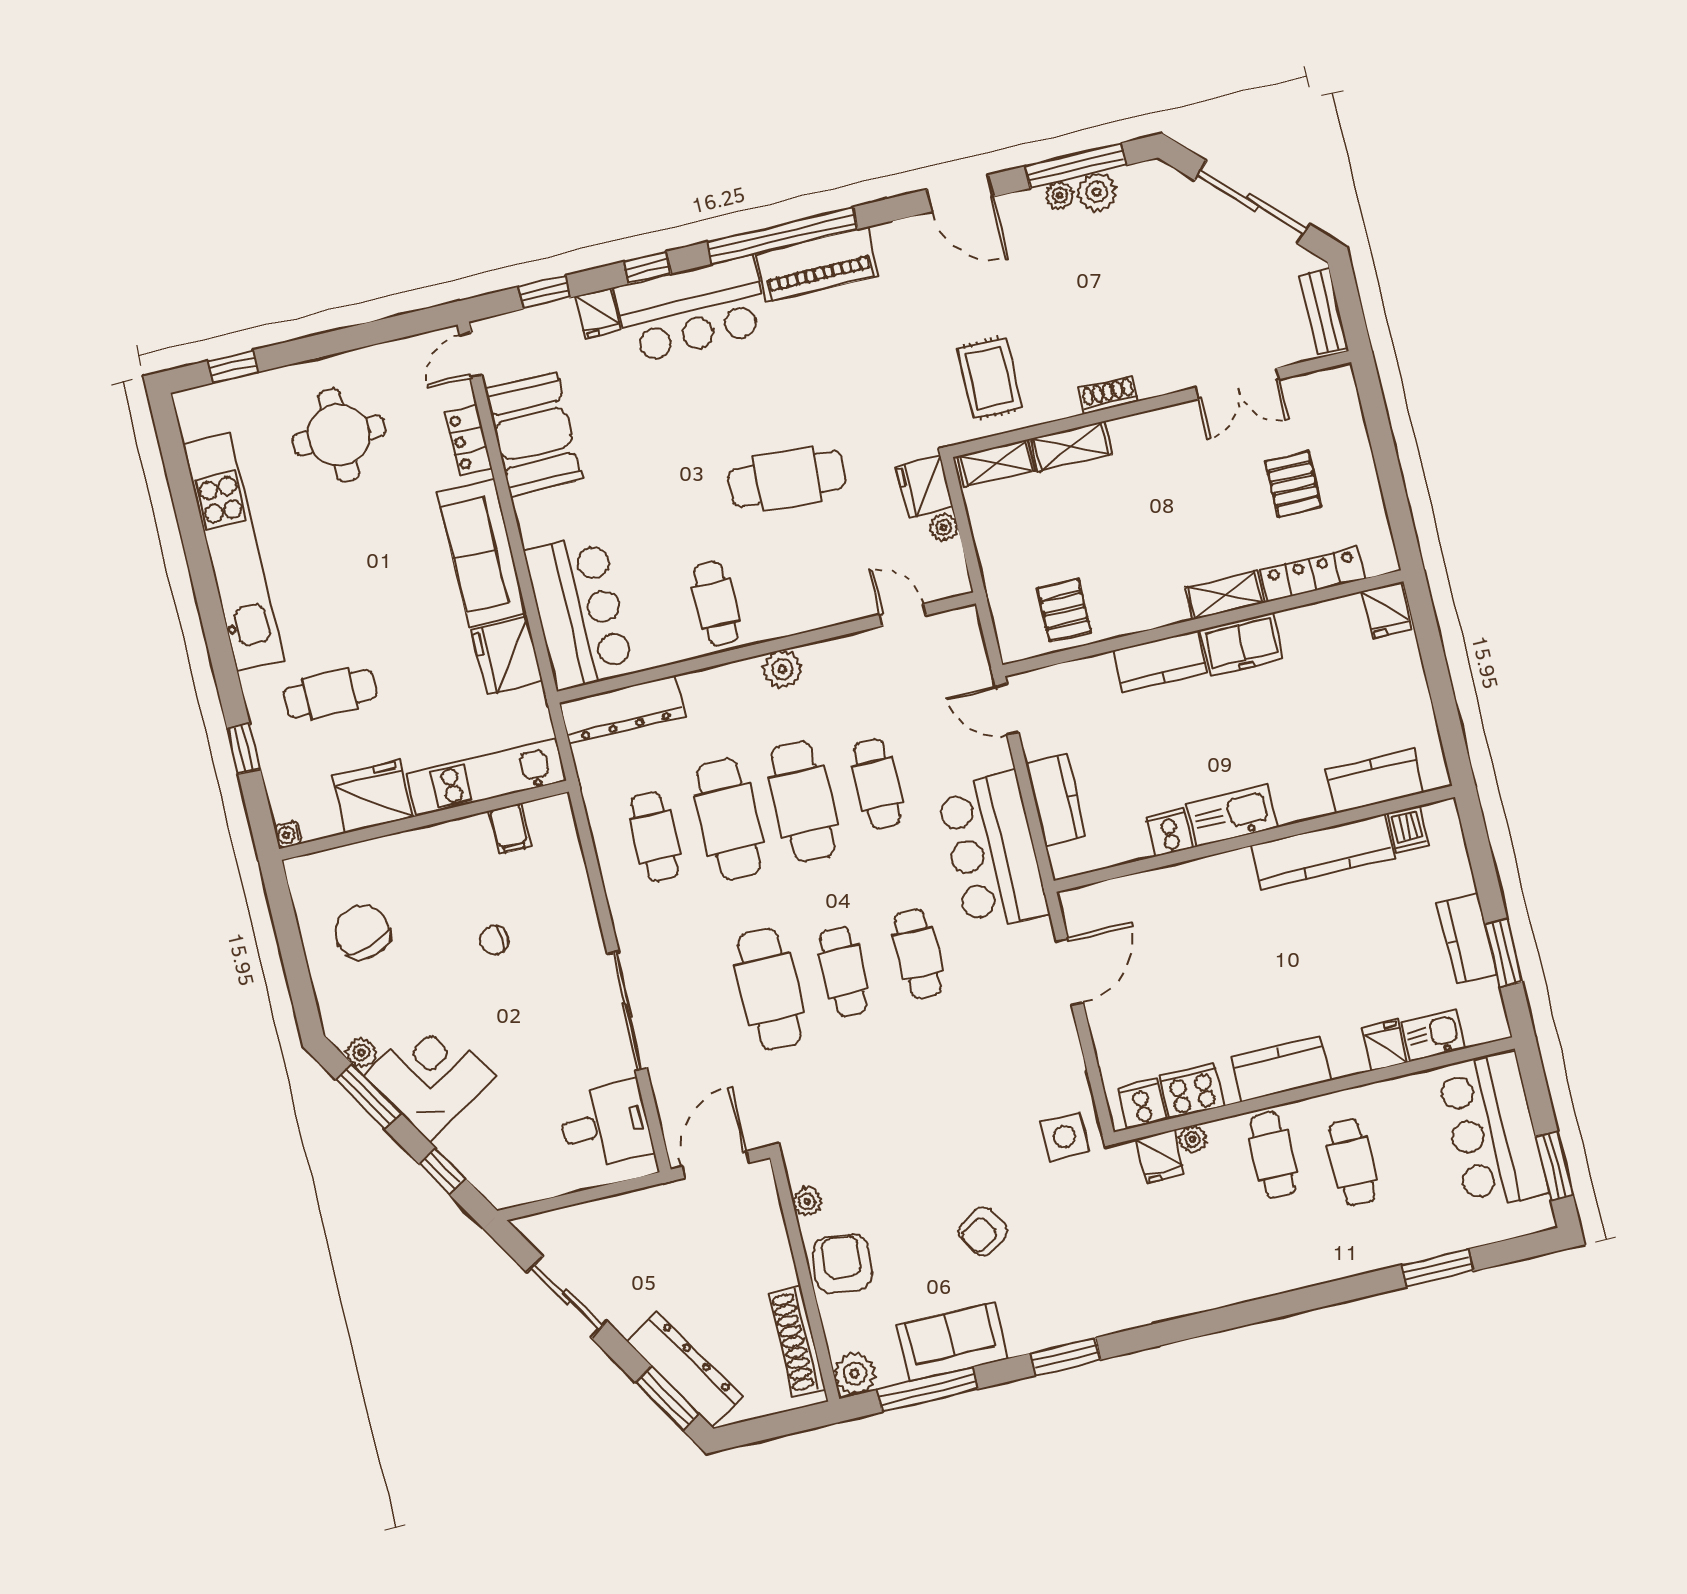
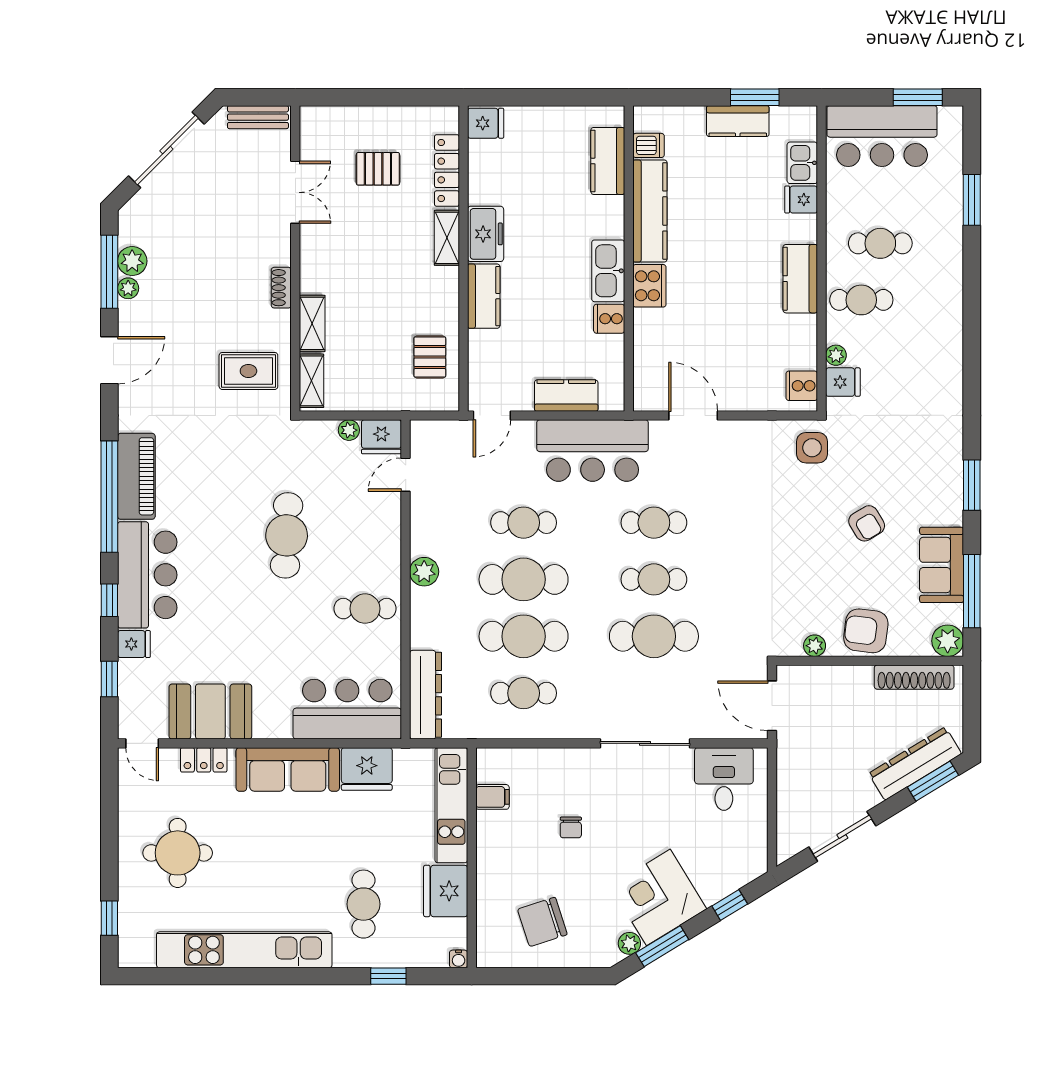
fridge: (925, 487) -> (381, 437), moved
pallet: (1064, 610) -> (430, 357), turned 90
cooker: (1192, 1091) -> (649, 286), moved, turned 180

